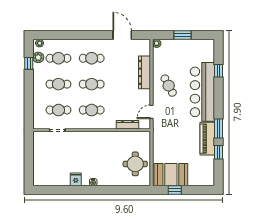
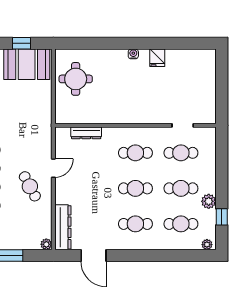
plant: (38, 57) -> (209, 201), moved
dresser: (145, 72) -> (63, 227), moved
door: (151, 112) -> (53, 168), moved

